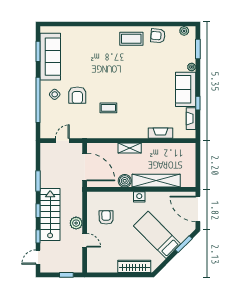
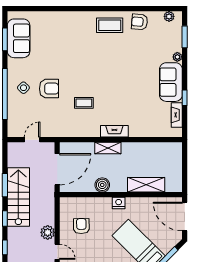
sofa: (50, 57) -> (19, 38), width x0.73
armchair: (77, 95) -> (49, 89), turned -90
fireplace: (160, 133) -> (114, 131), moved
door: (85, 167) -> (57, 169), hinge flipped
shelving: (156, 181) -> (146, 185), width x0.68
stairs: (50, 215) -> (18, 197), moved

